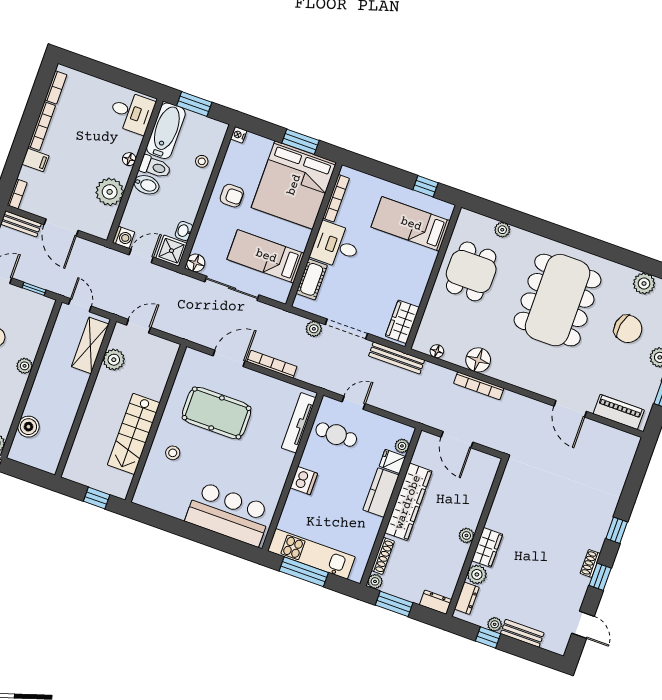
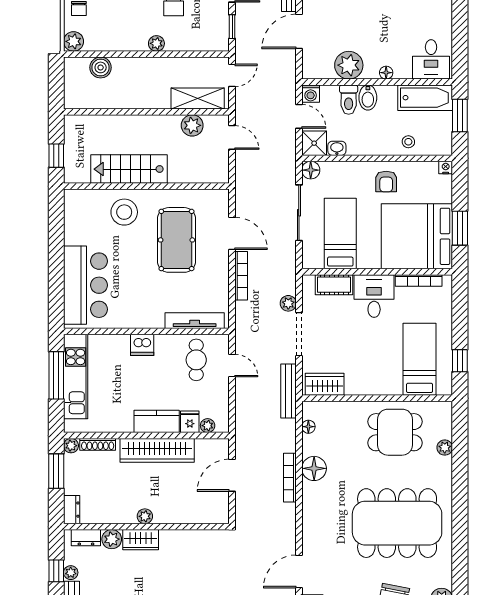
toilet: (155, 167) -> (349, 100), moved
stool: (173, 453) -> (124, 212), width x1.89, depth x1.89

